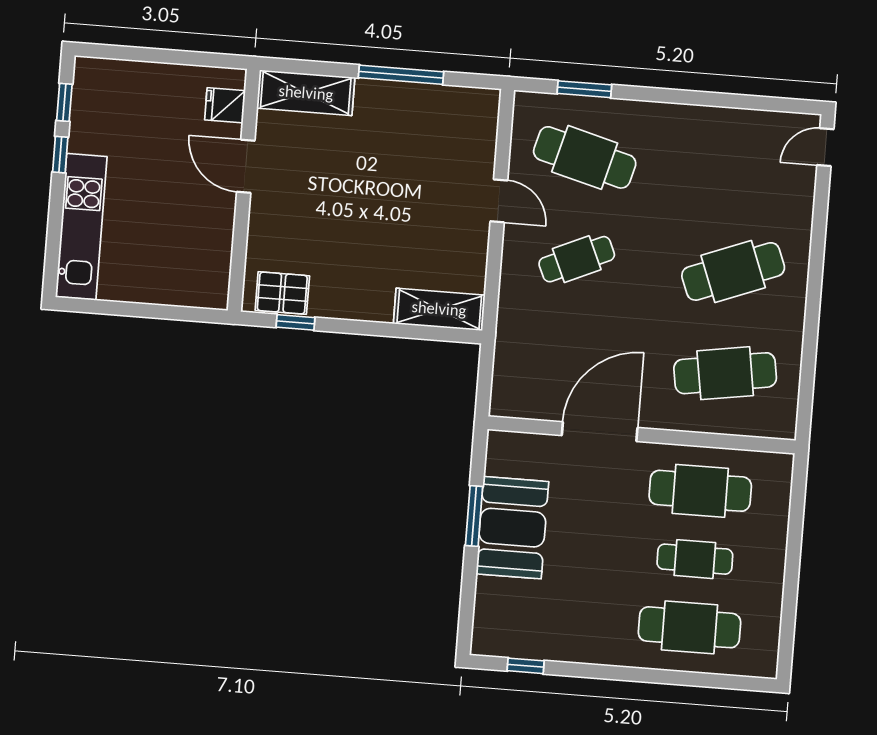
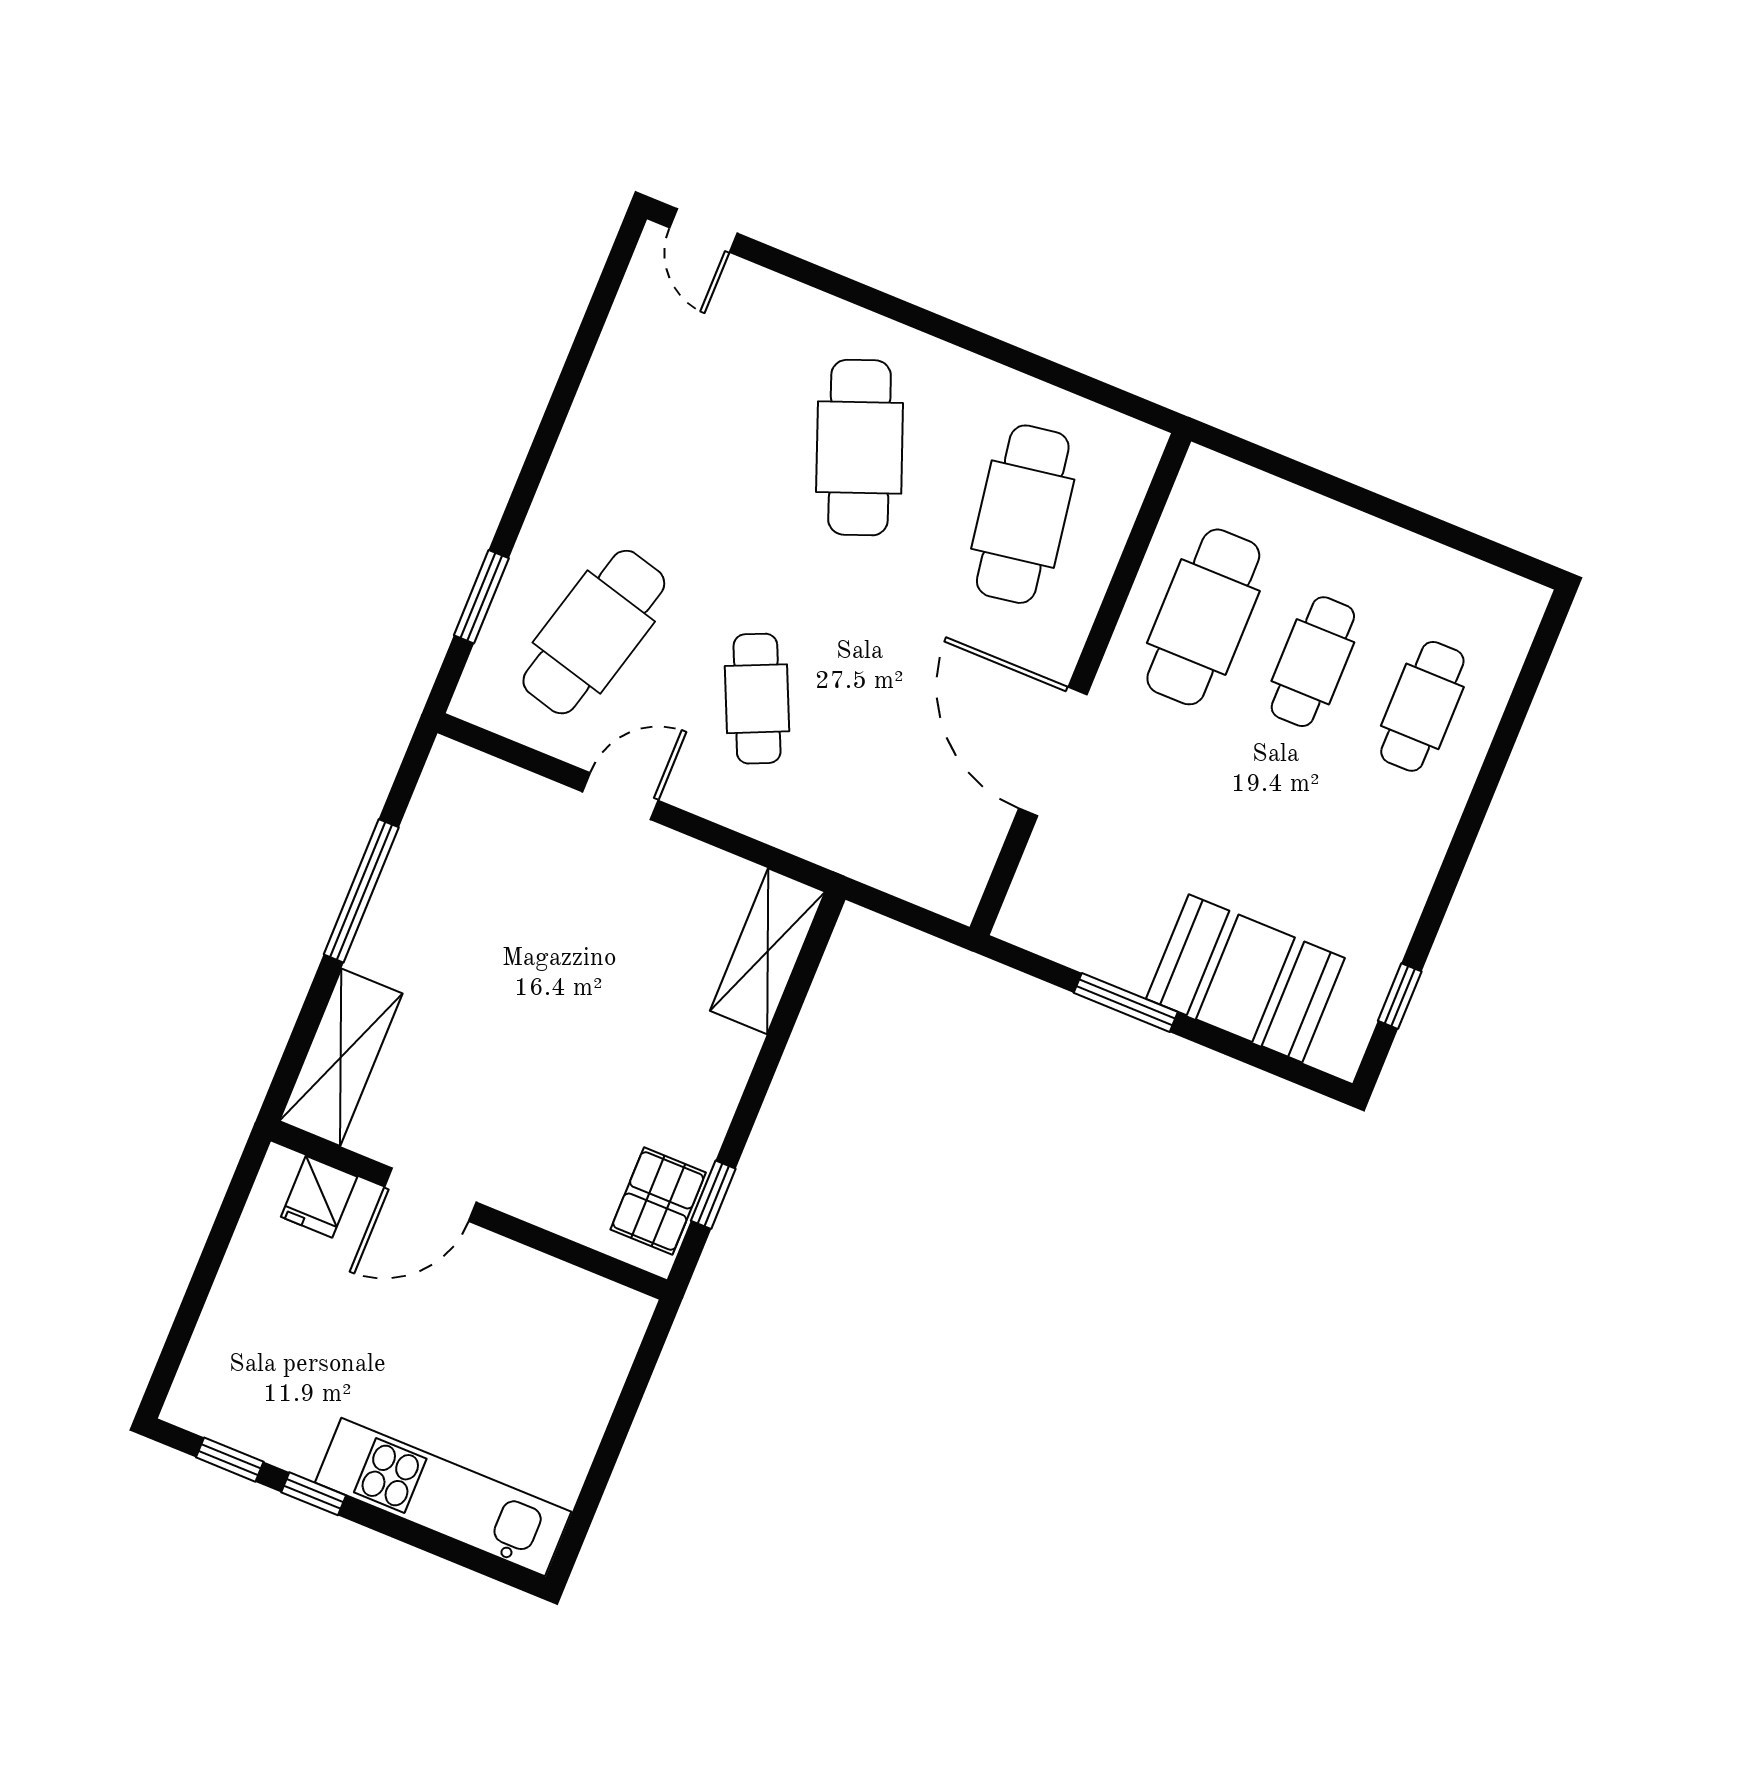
booth: (512, 528) -> (1245, 978), moved
cafe table: (689, 627) -> (1422, 706), width x0.73, depth x0.74

